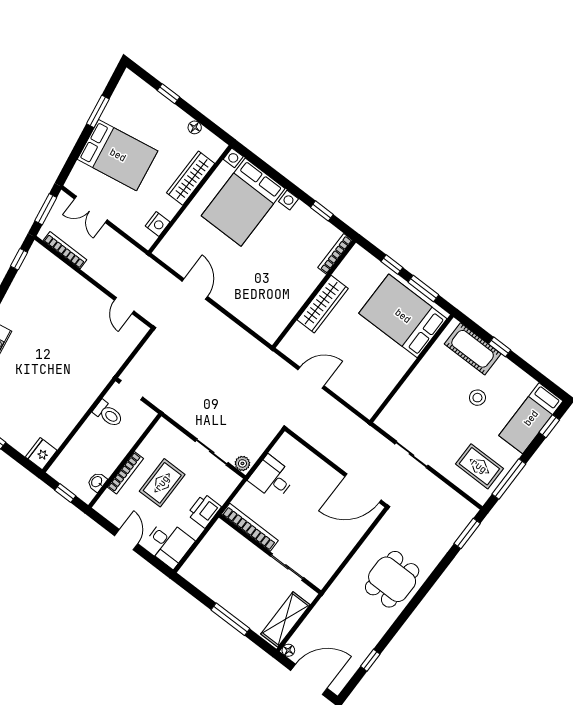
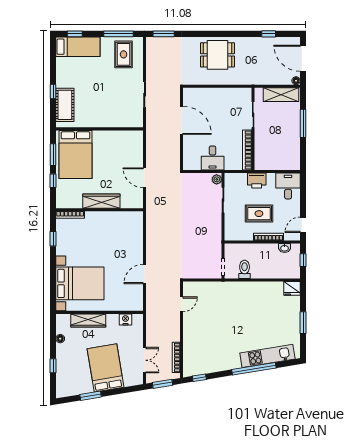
stool: (477, 398) -> (88, 83), removed
door: (363, 488) -> (182, 120), moved
door: (126, 540) -> (303, 225), moved

